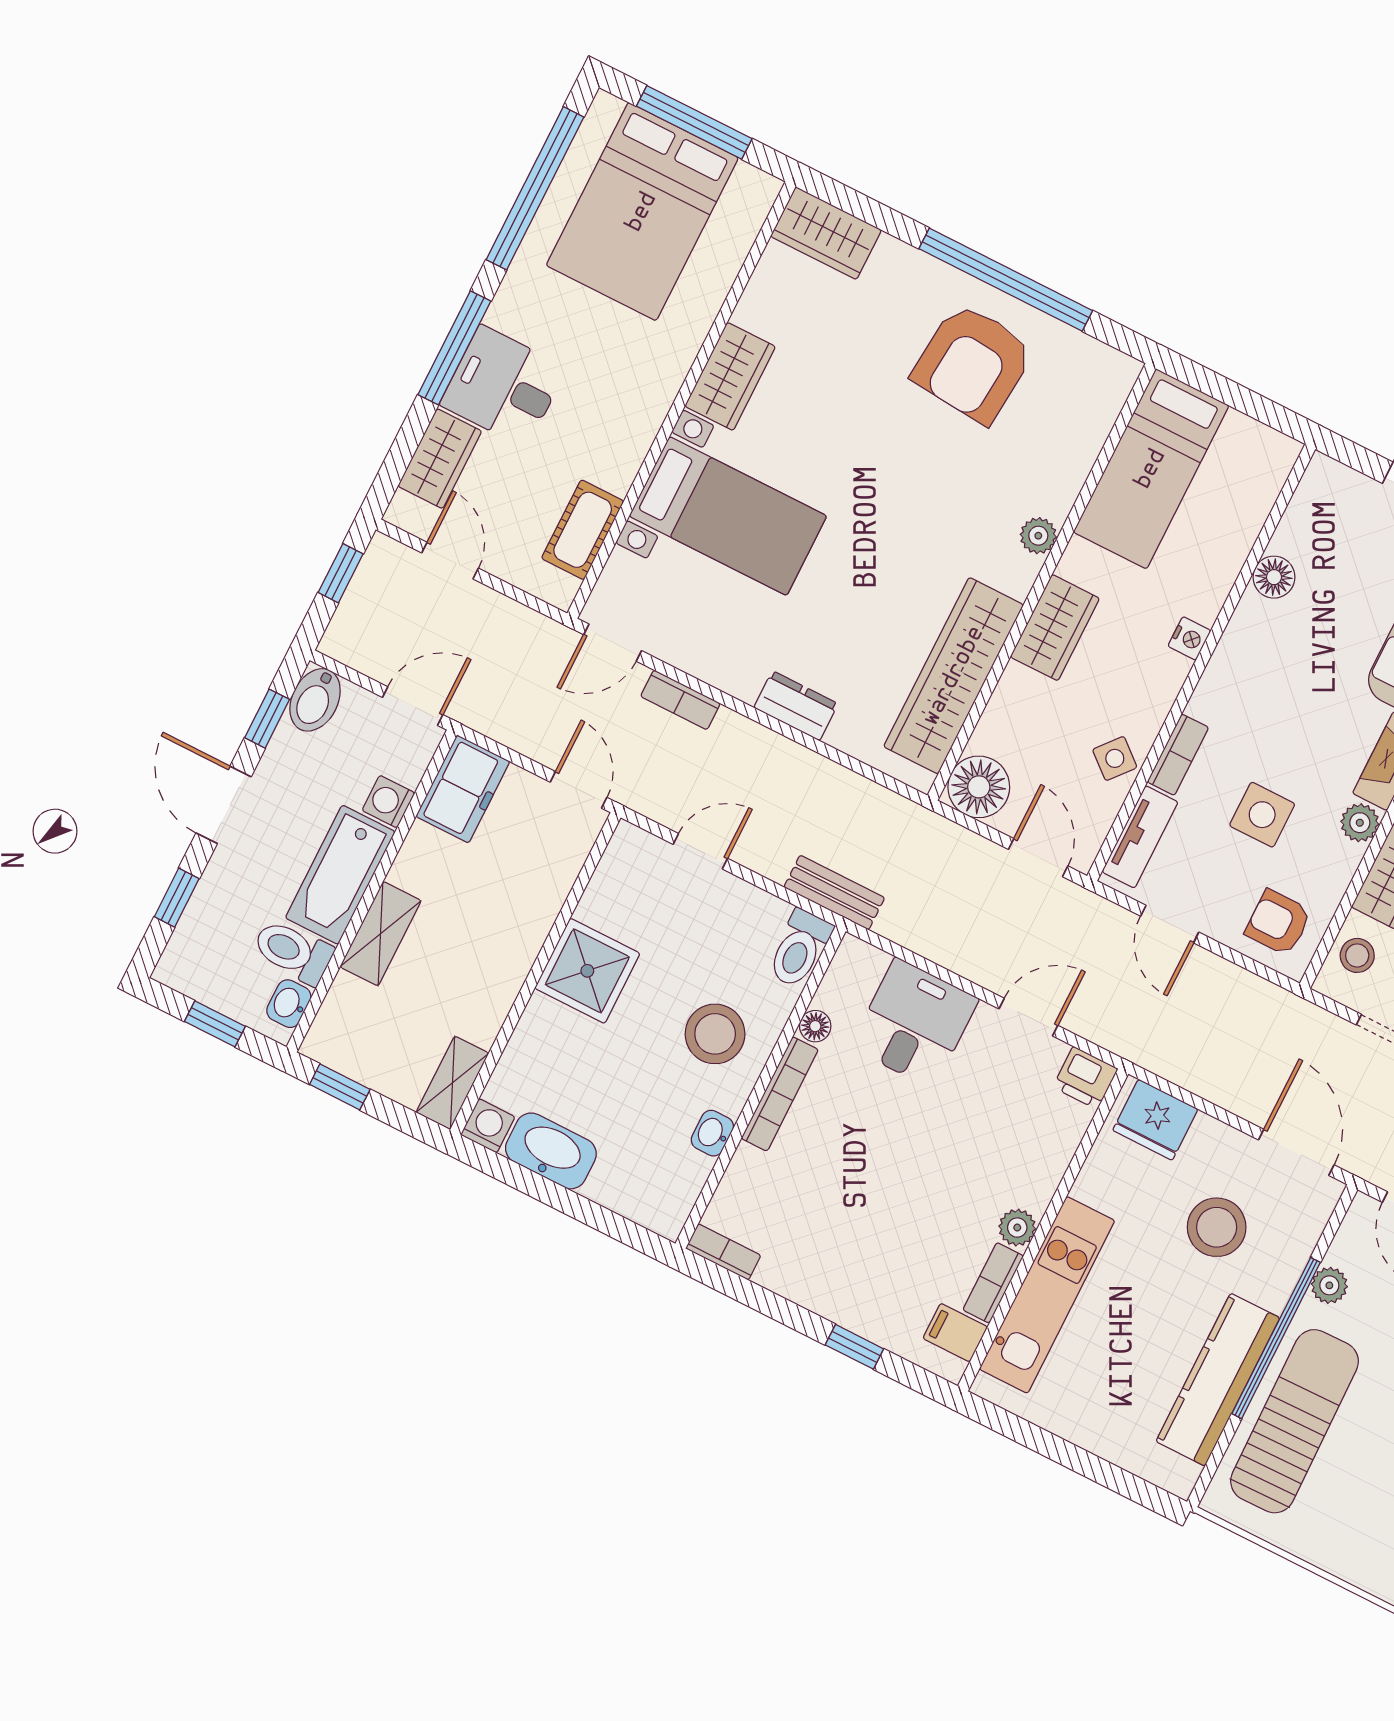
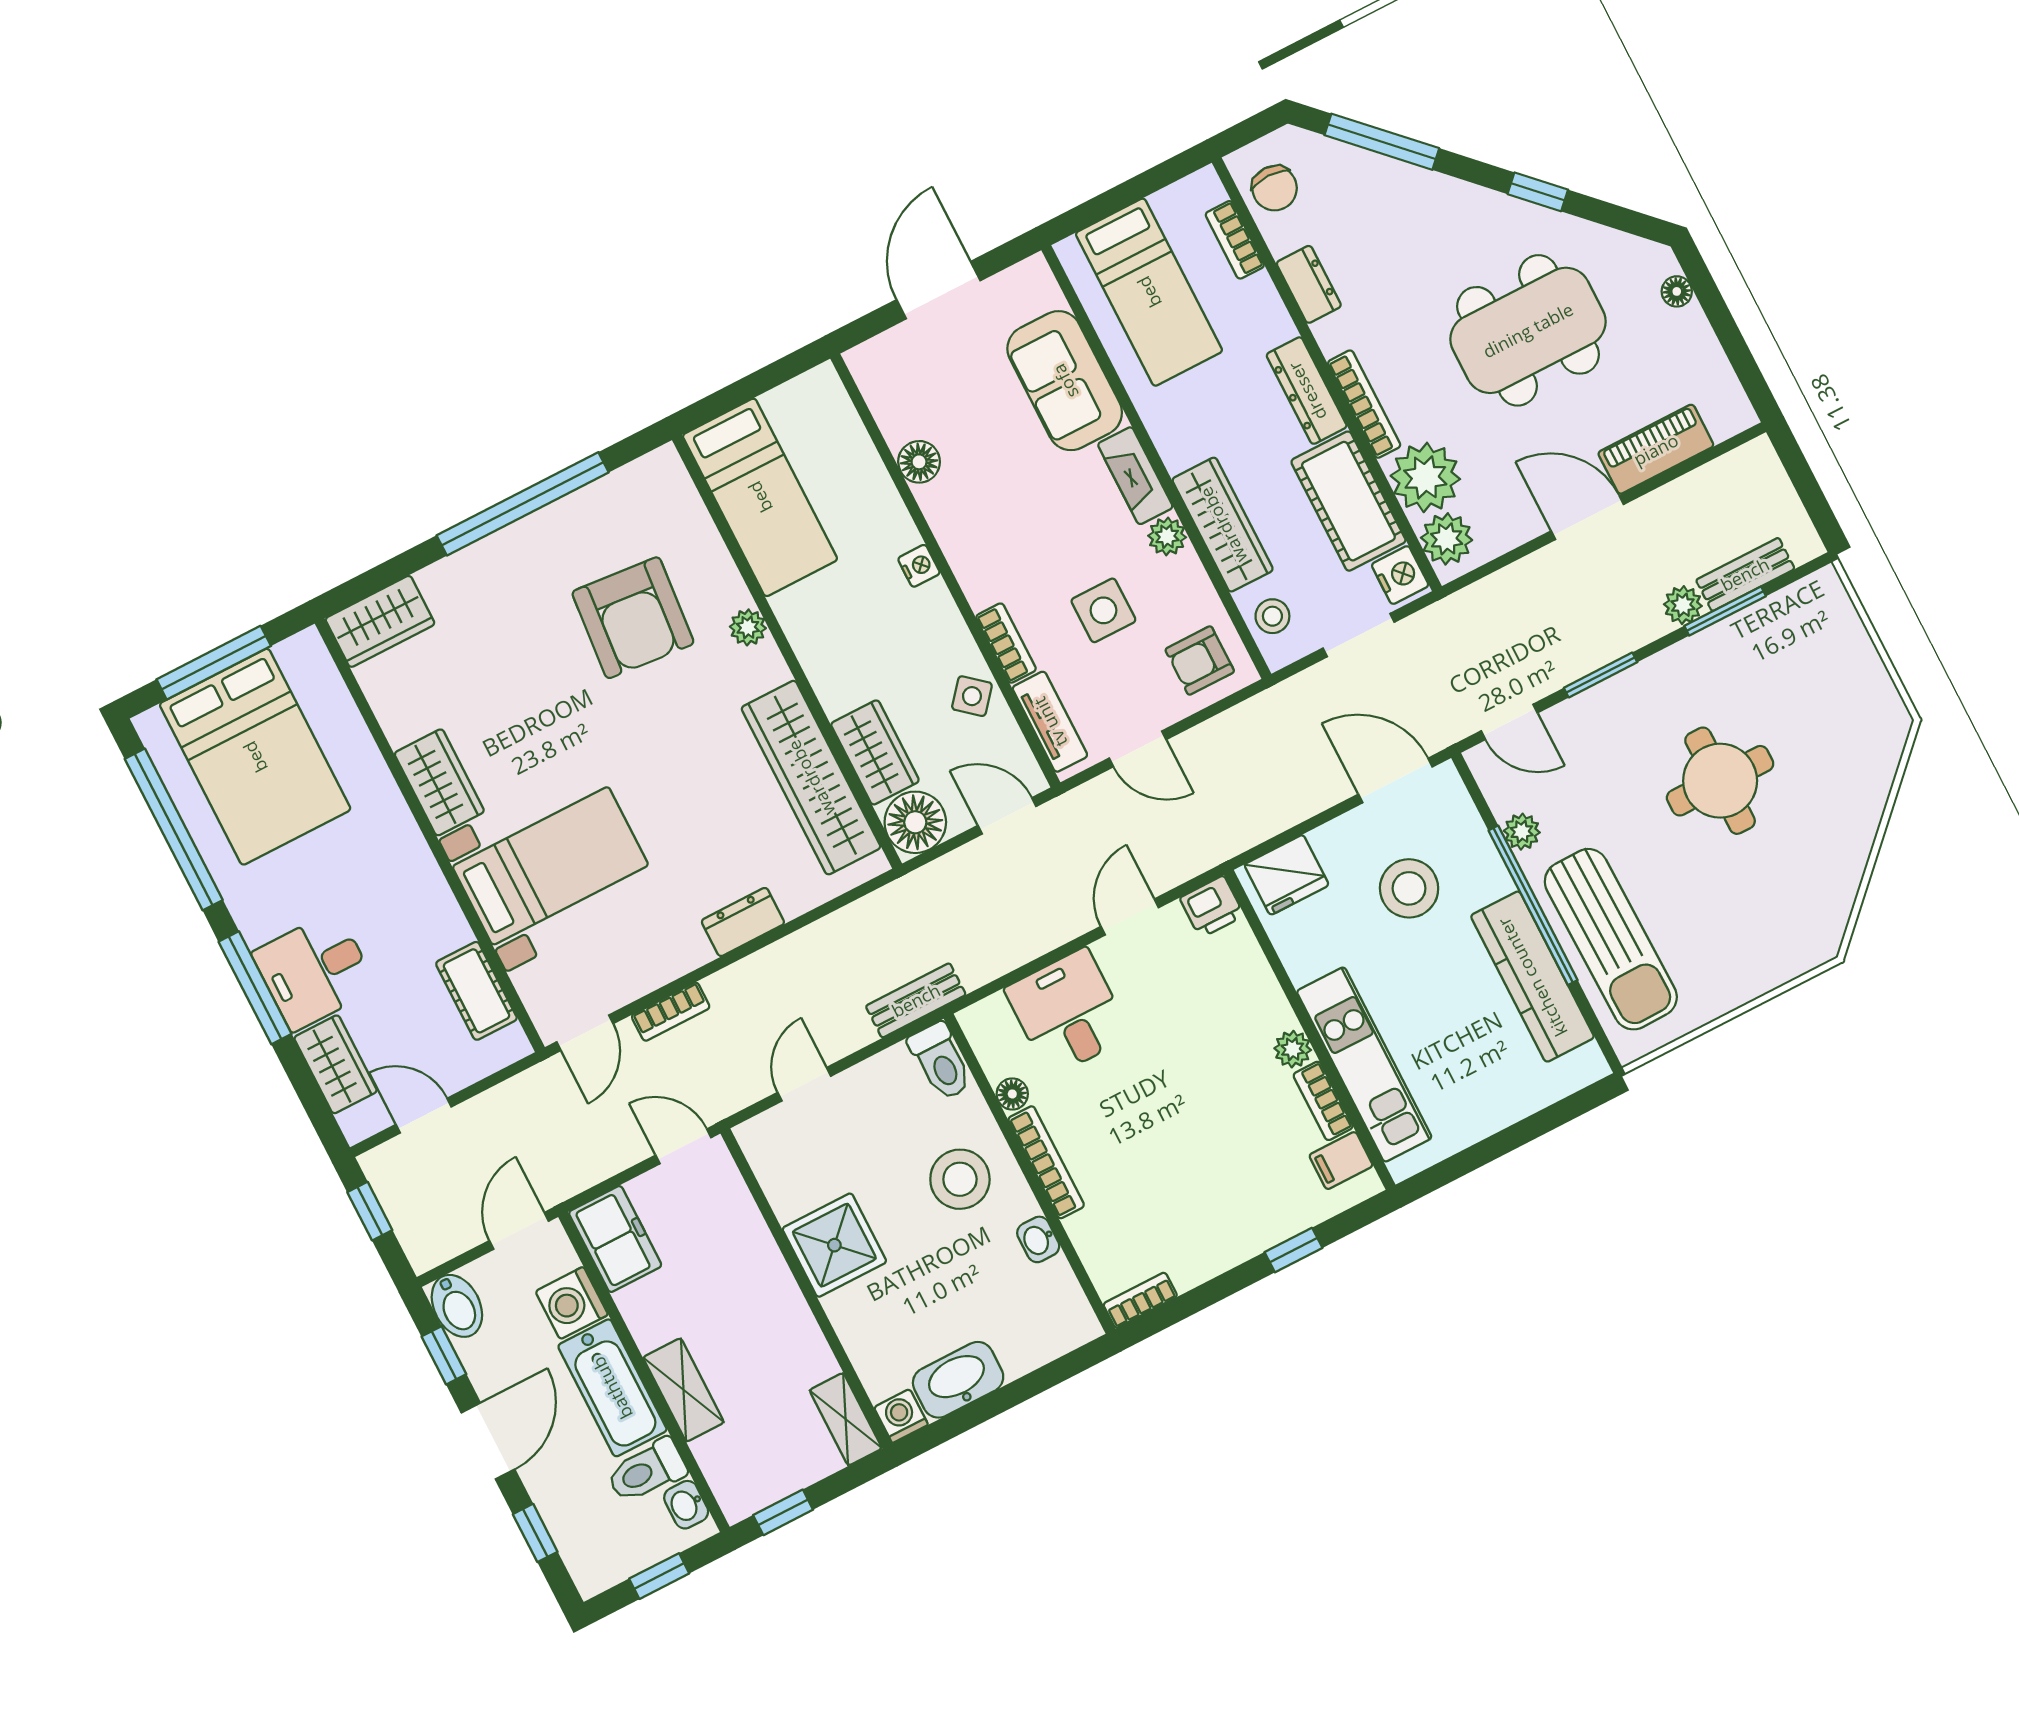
armchair: (973, 363) -> (633, 618), moved
wardrobe: (1055, 628) -> (875, 752), moved
washing machine: (388, 802) -> (572, 1303), width x1.38, depth x1.38
door: (224, 805) -> (488, 1441), swing flipped
sun lounger: (1295, 1421) -> (1611, 939), turned 180

